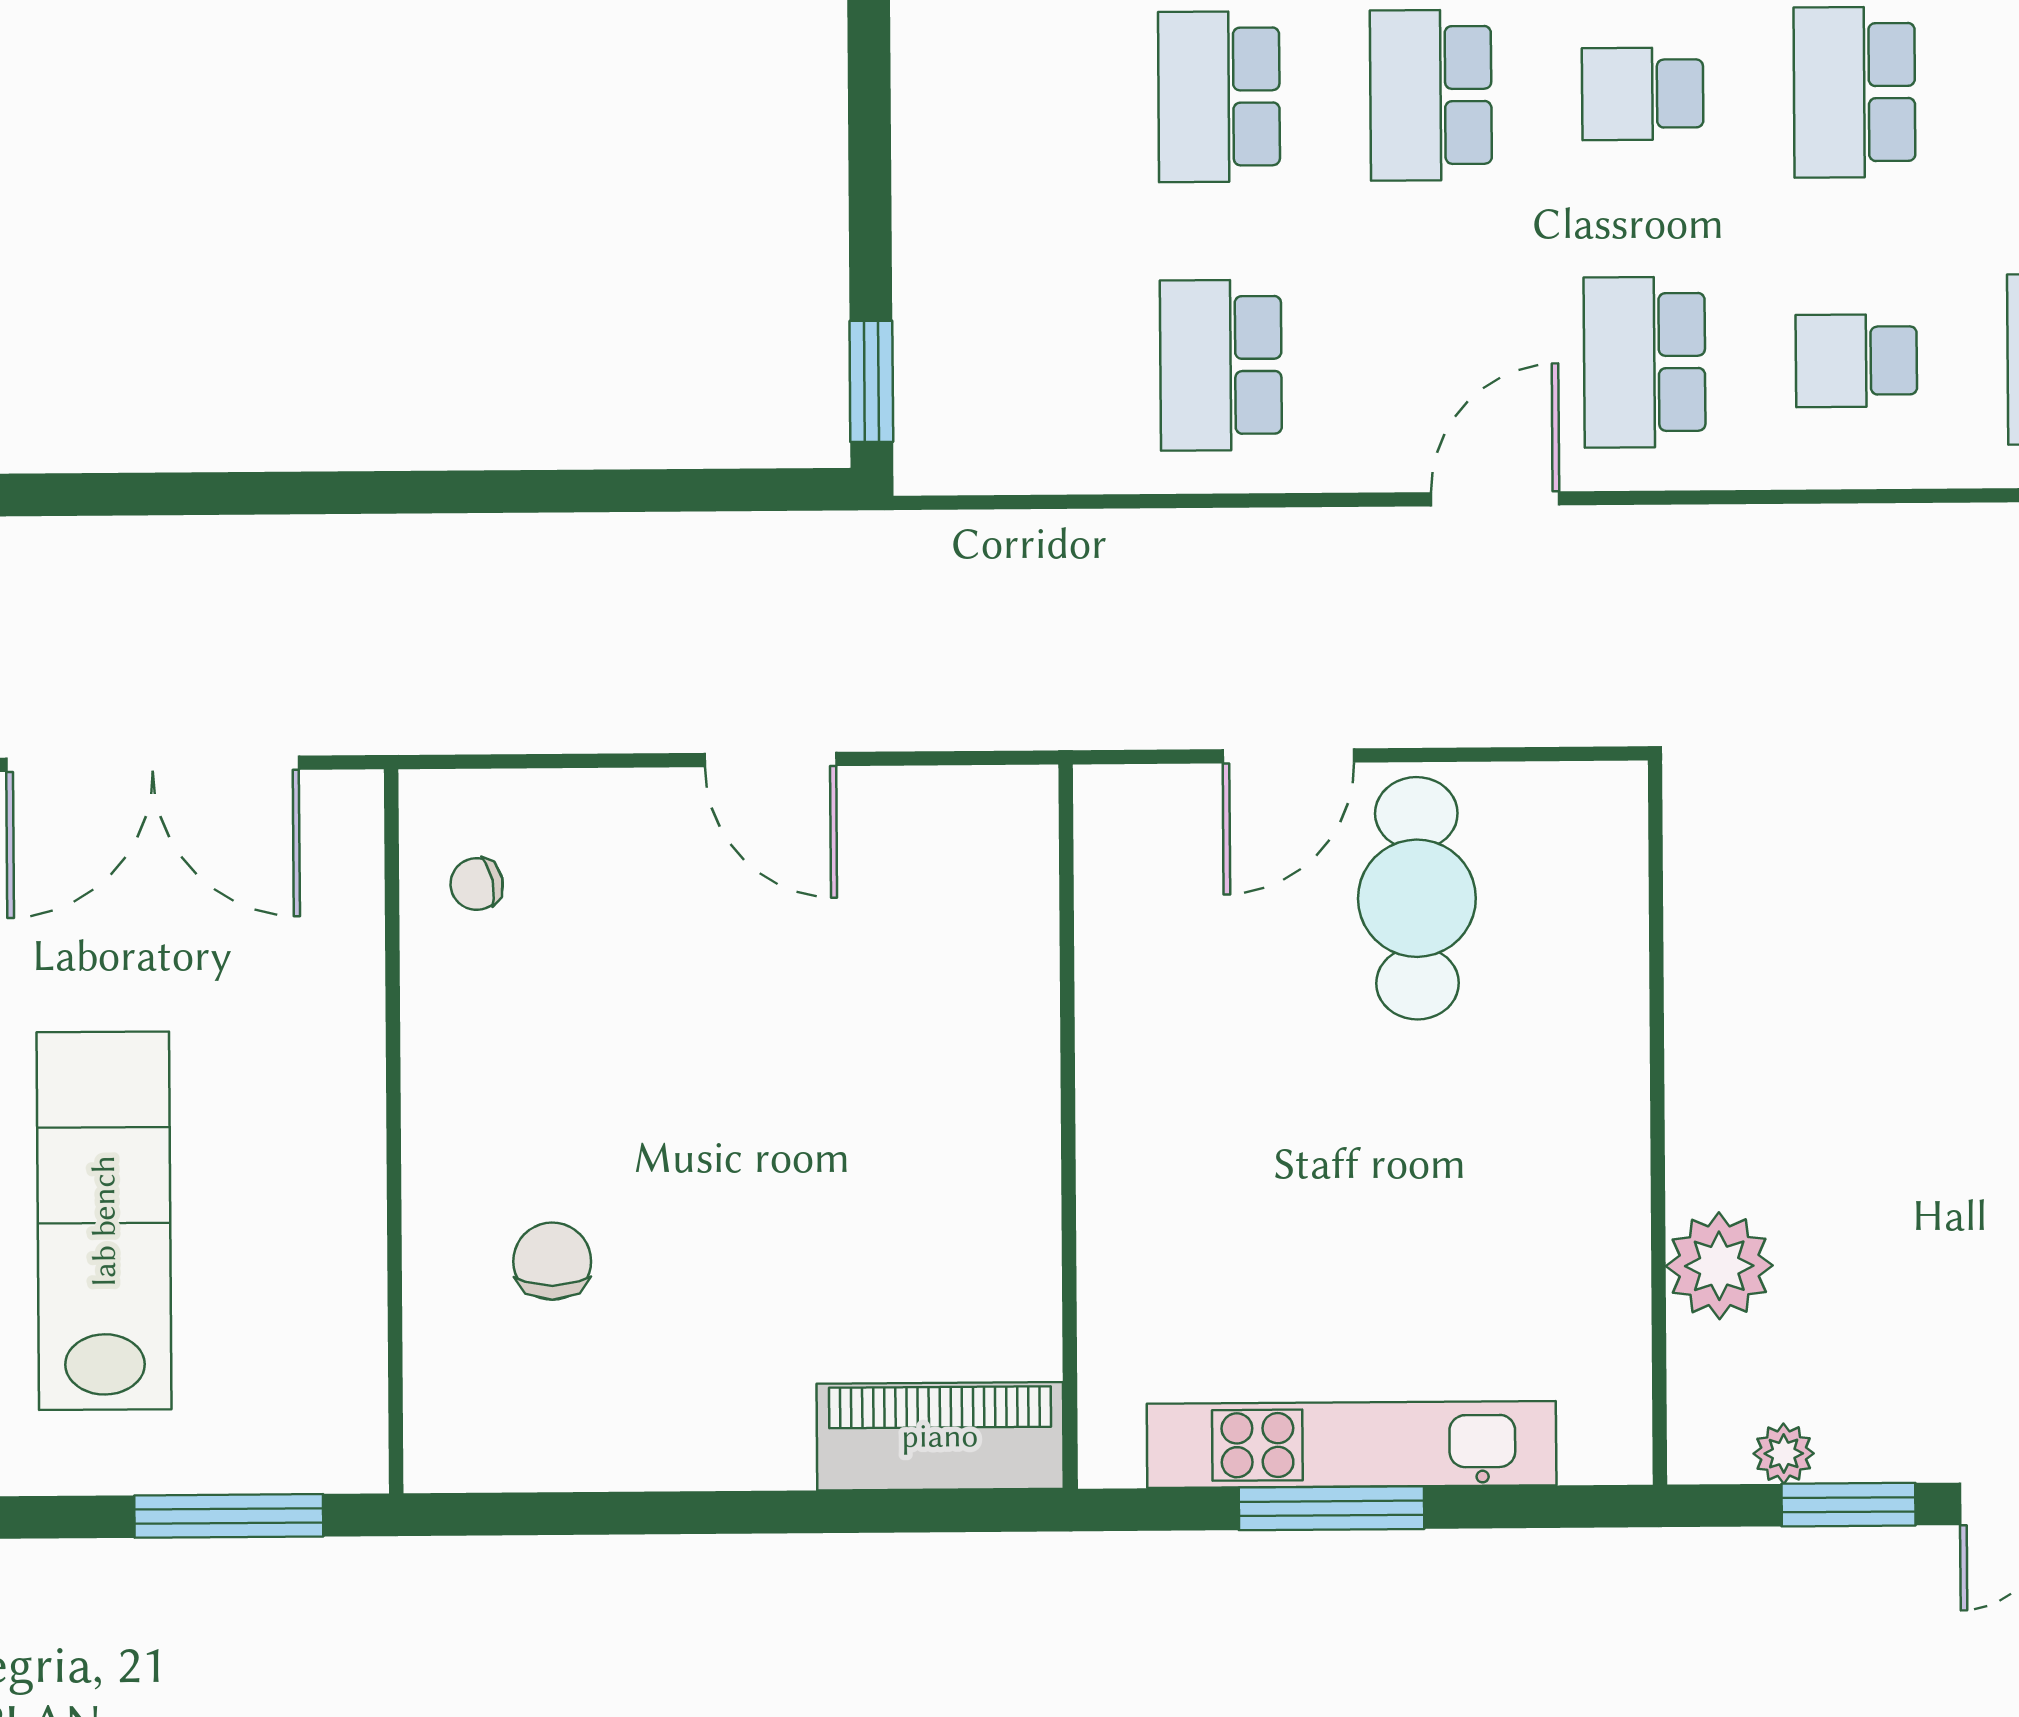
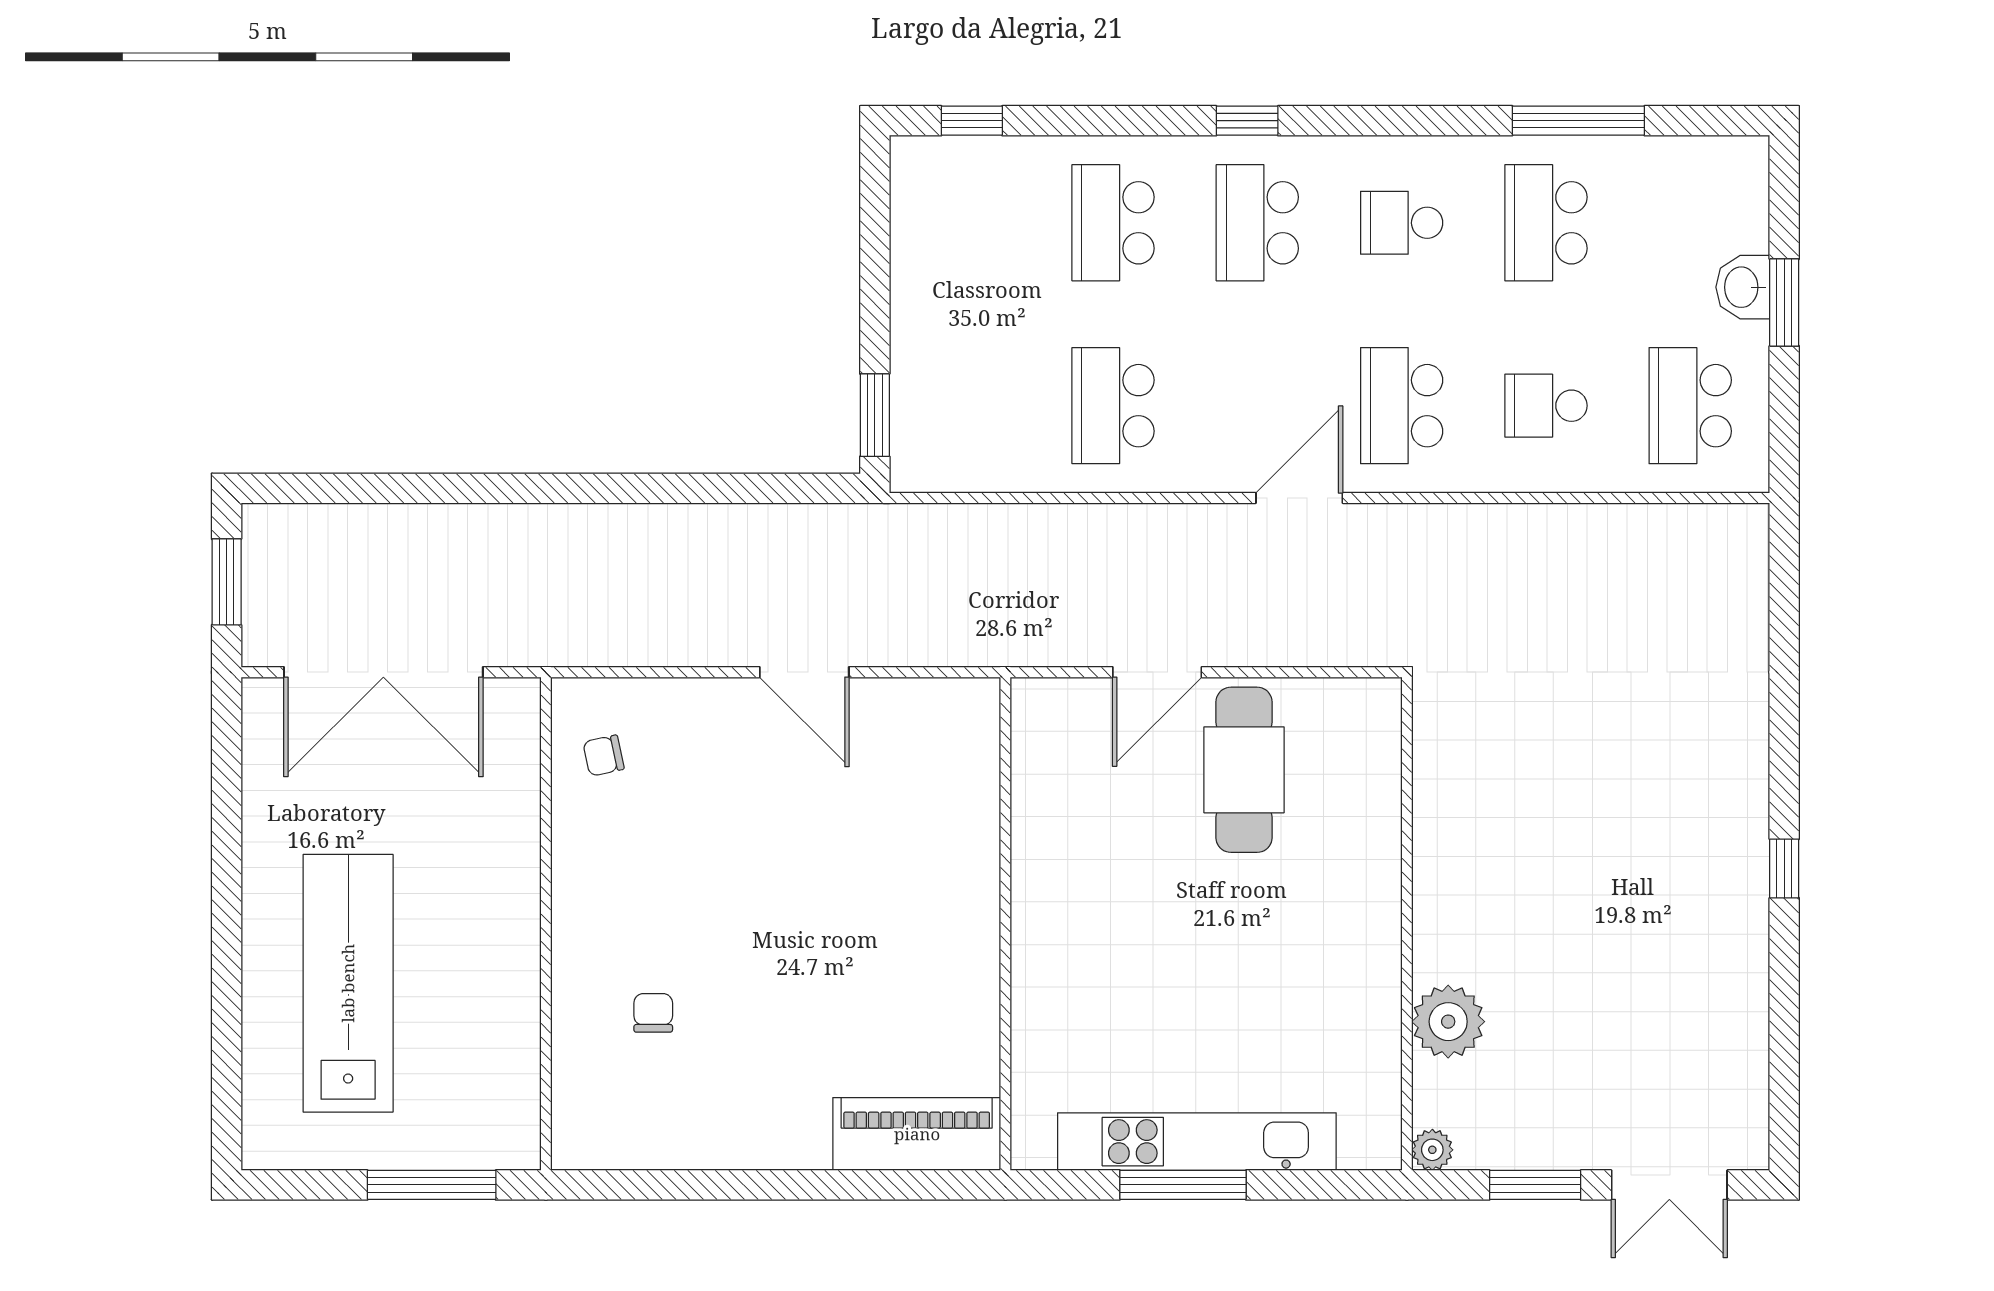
chair: (552, 1261) -> (653, 1013), width x0.73, depth x0.73
plant: (1784, 1454) -> (1432, 1150), moved

